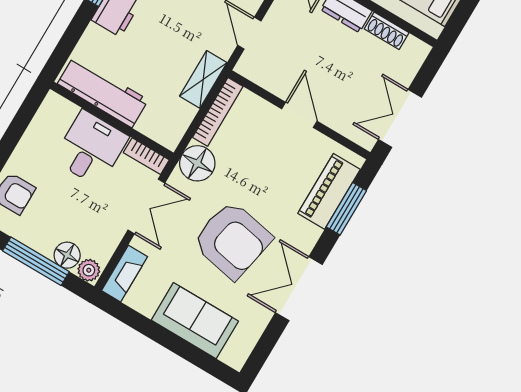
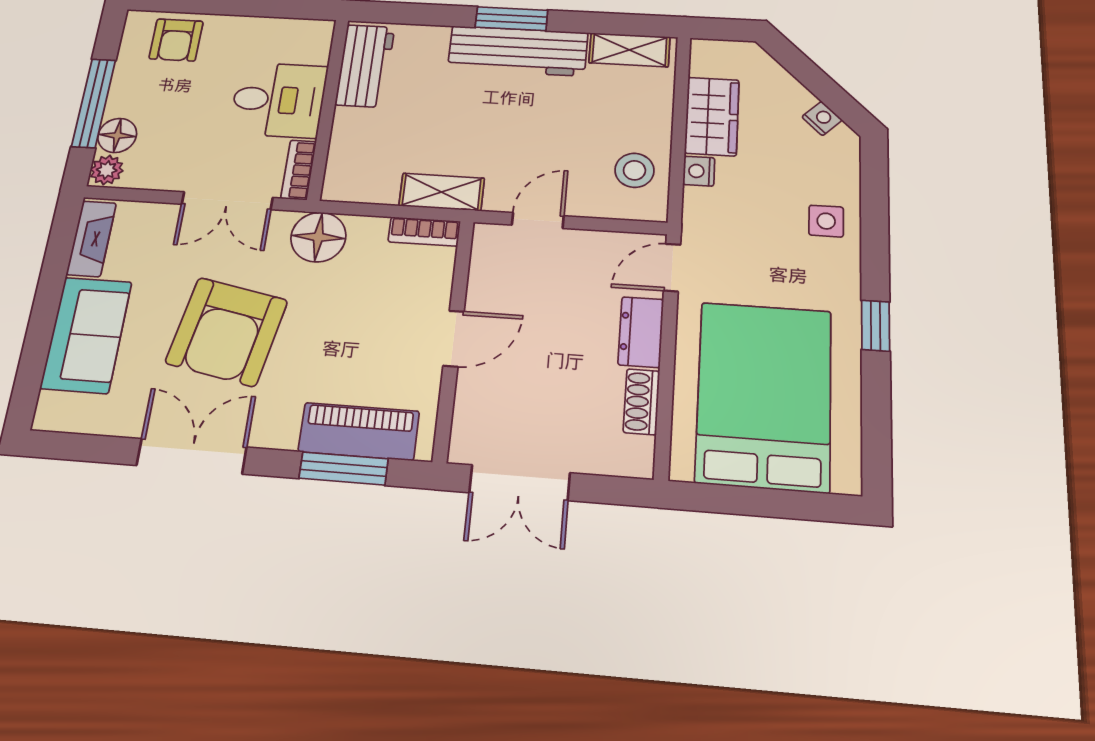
workbench: (103, 92) -> (365, 66), width x0.73
bookcase: (218, 112) -> (424, 232), width x0.64
double door: (400, 118) -> (520, 483), swing flipped
fireplace: (124, 274) -> (91, 239), moved, turned -90

